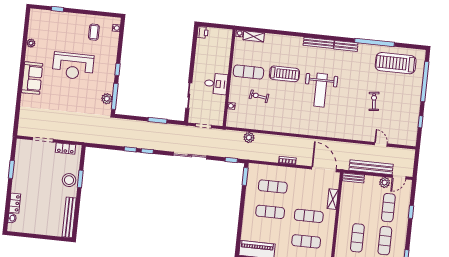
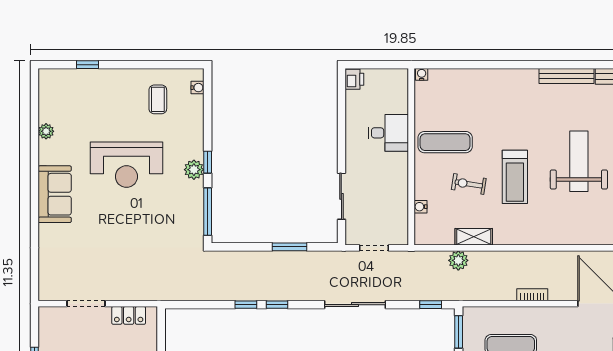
shelving: (254, 36) -> (474, 237), moved
treadmill: (284, 74) -> (515, 177), moved, turned 90
desk: (216, 84) -> (388, 133), moved
weight bench: (321, 90) -> (579, 161), turned 180
plant: (107, 99) -> (194, 170), moved

